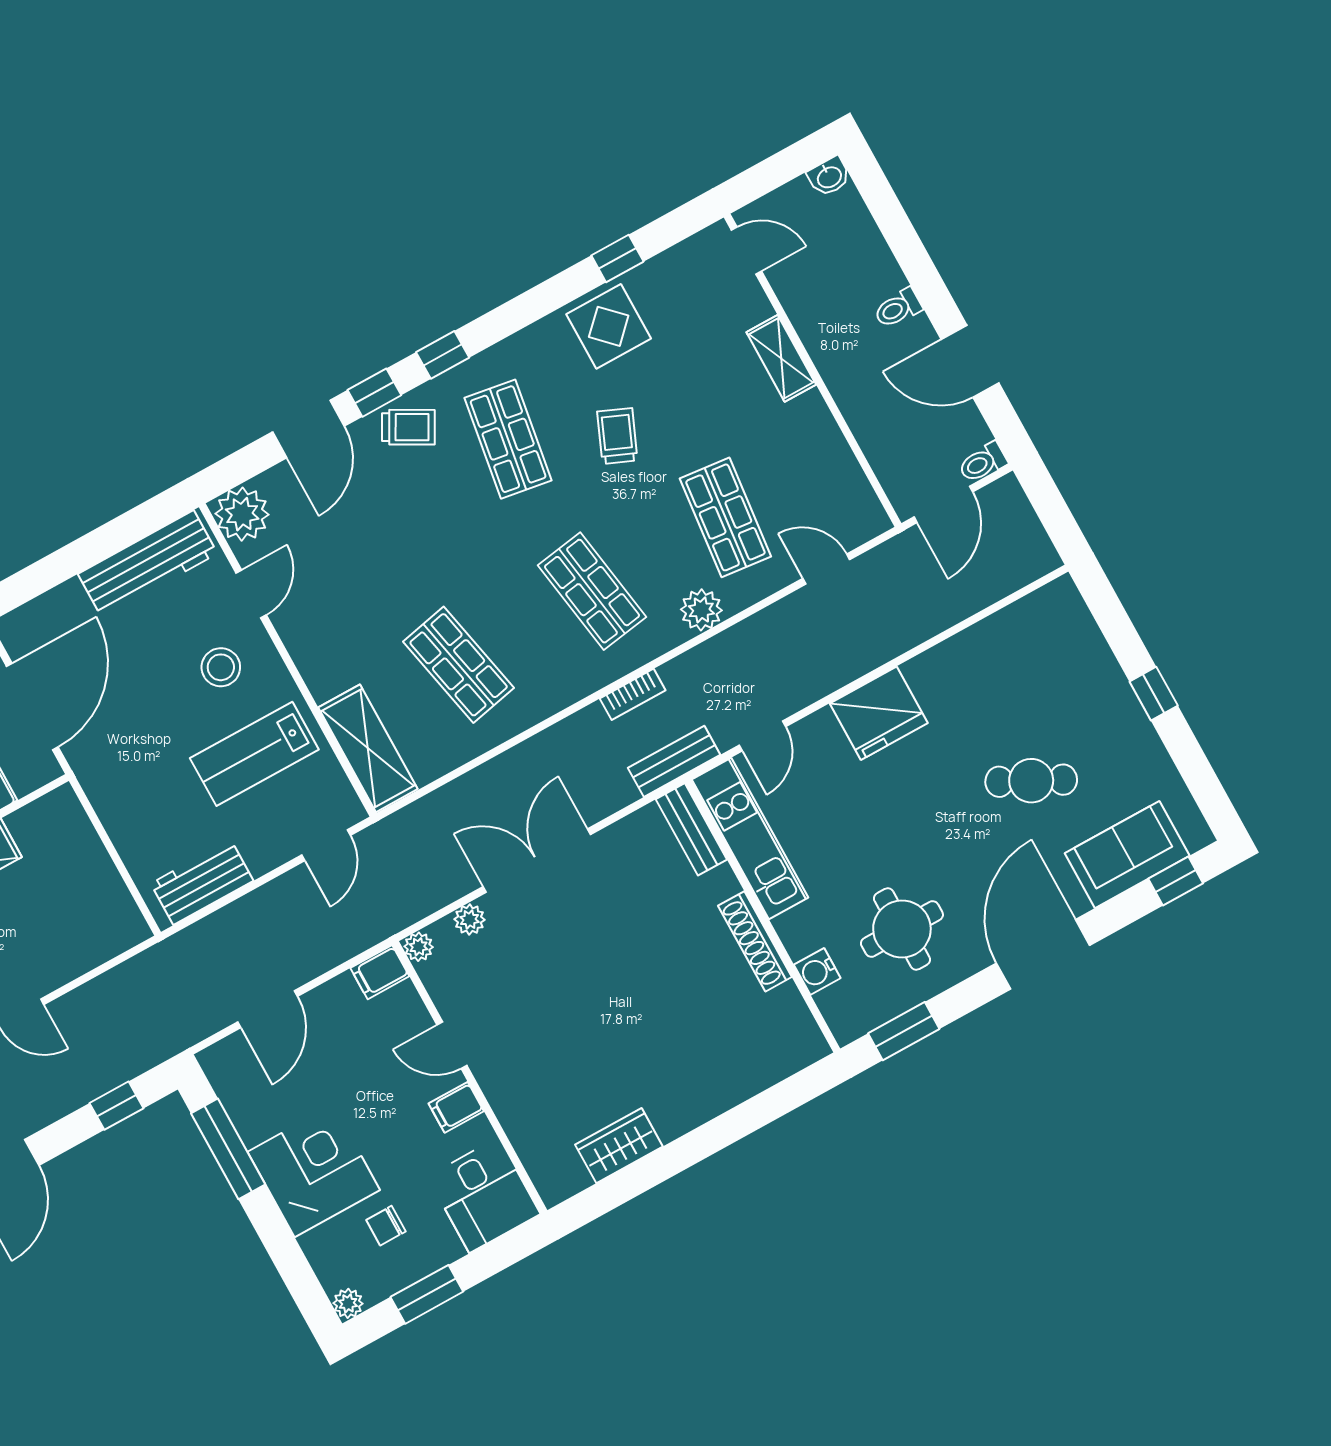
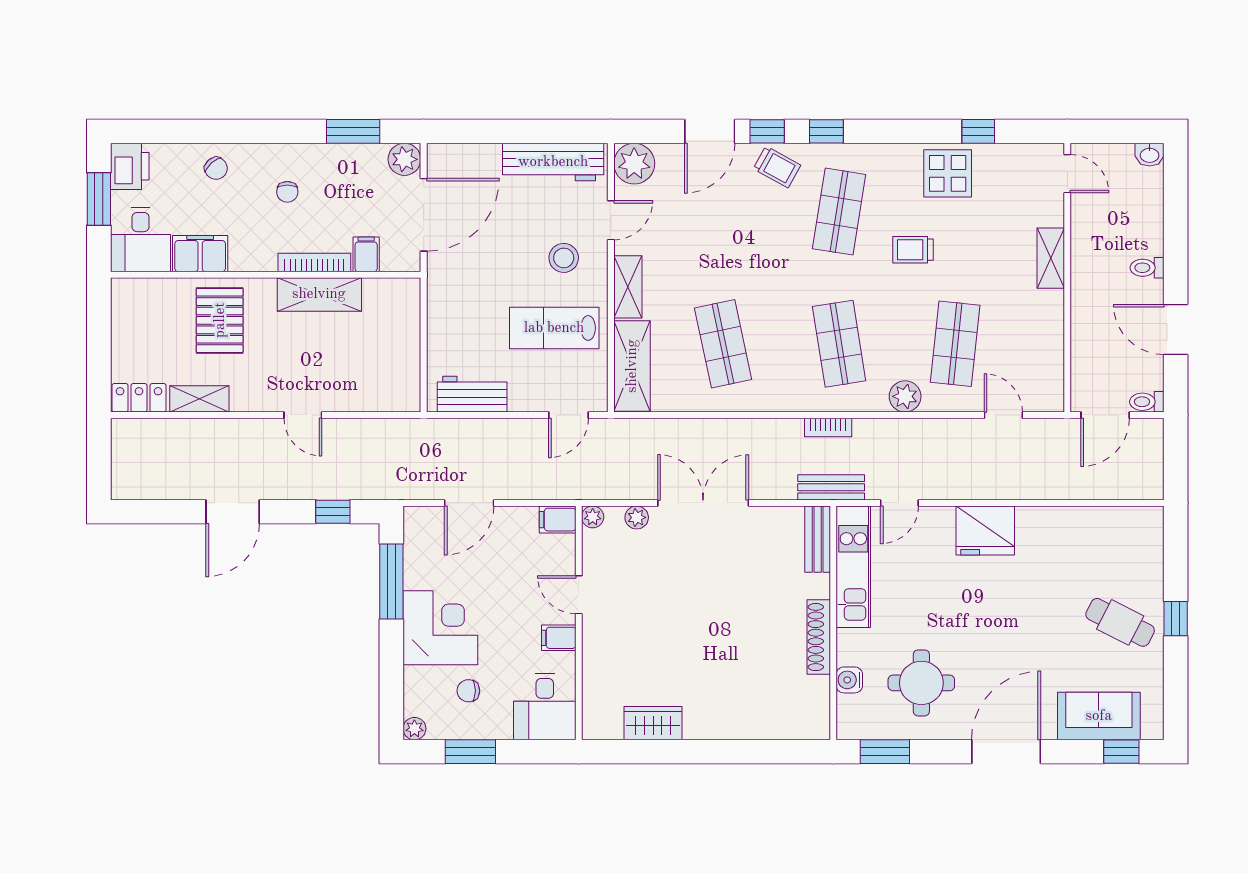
trolley: (617, 436) -> (913, 250), turned -113
shelving: (313, 660) -> (628, 287), added
cafe table: (1031, 781) -> (1120, 622), moved

